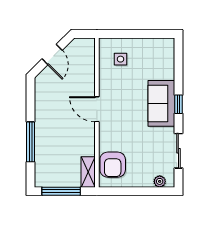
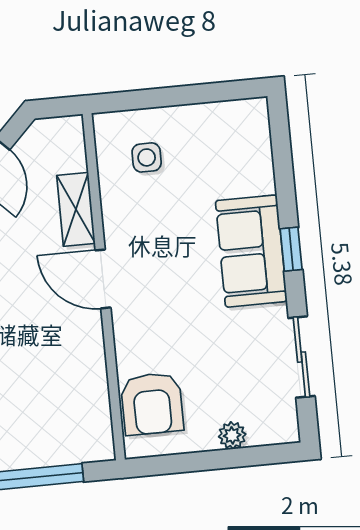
shelving: (88, 172) -> (76, 209), moved
plant: (160, 181) -> (232, 435), moved

